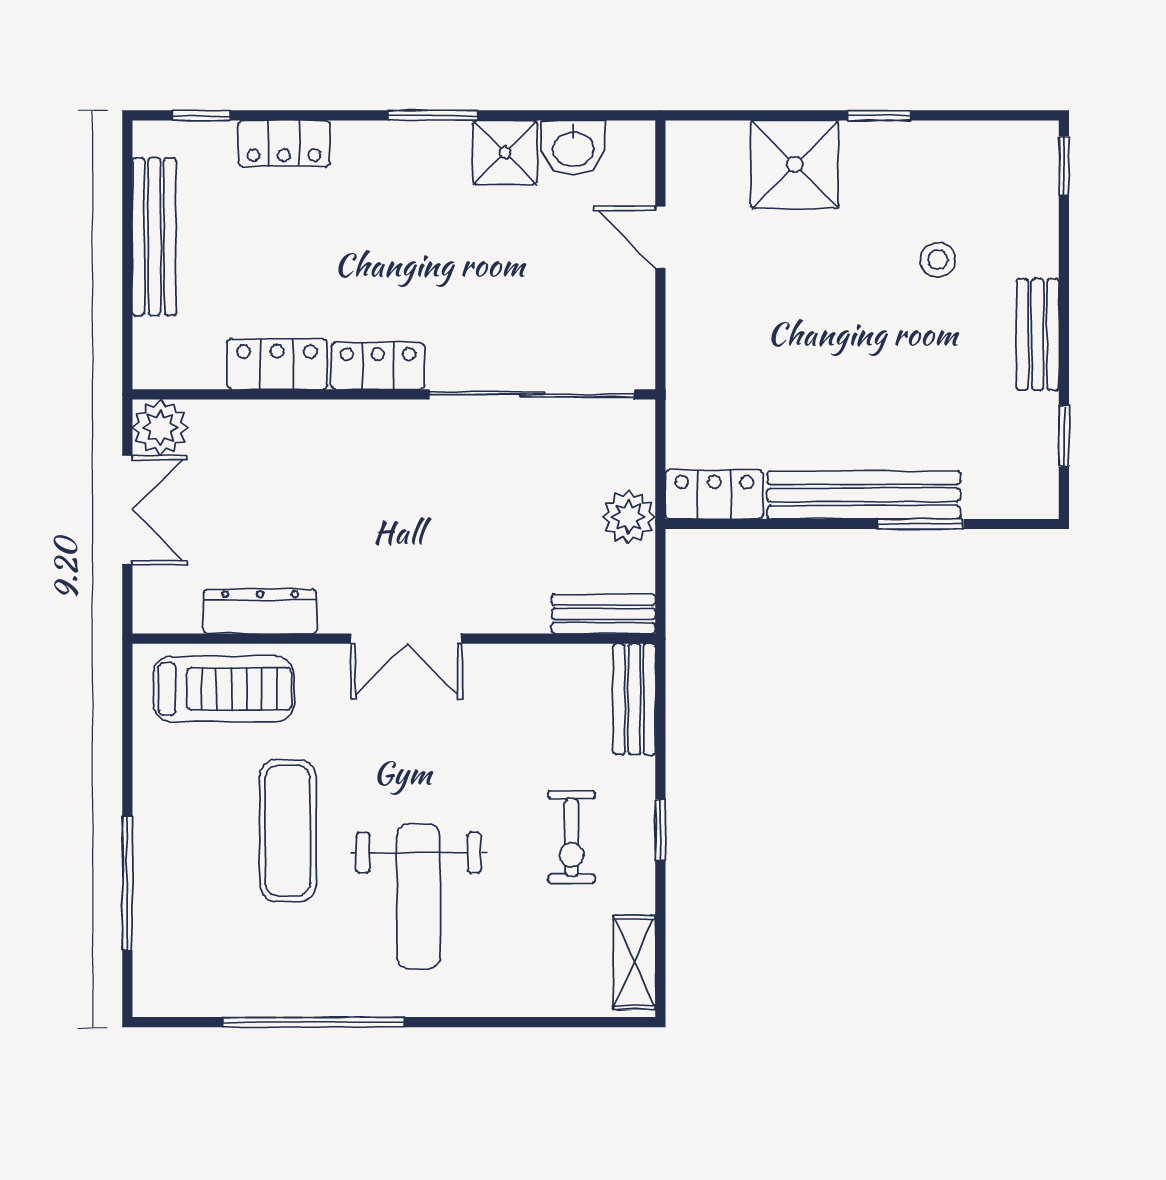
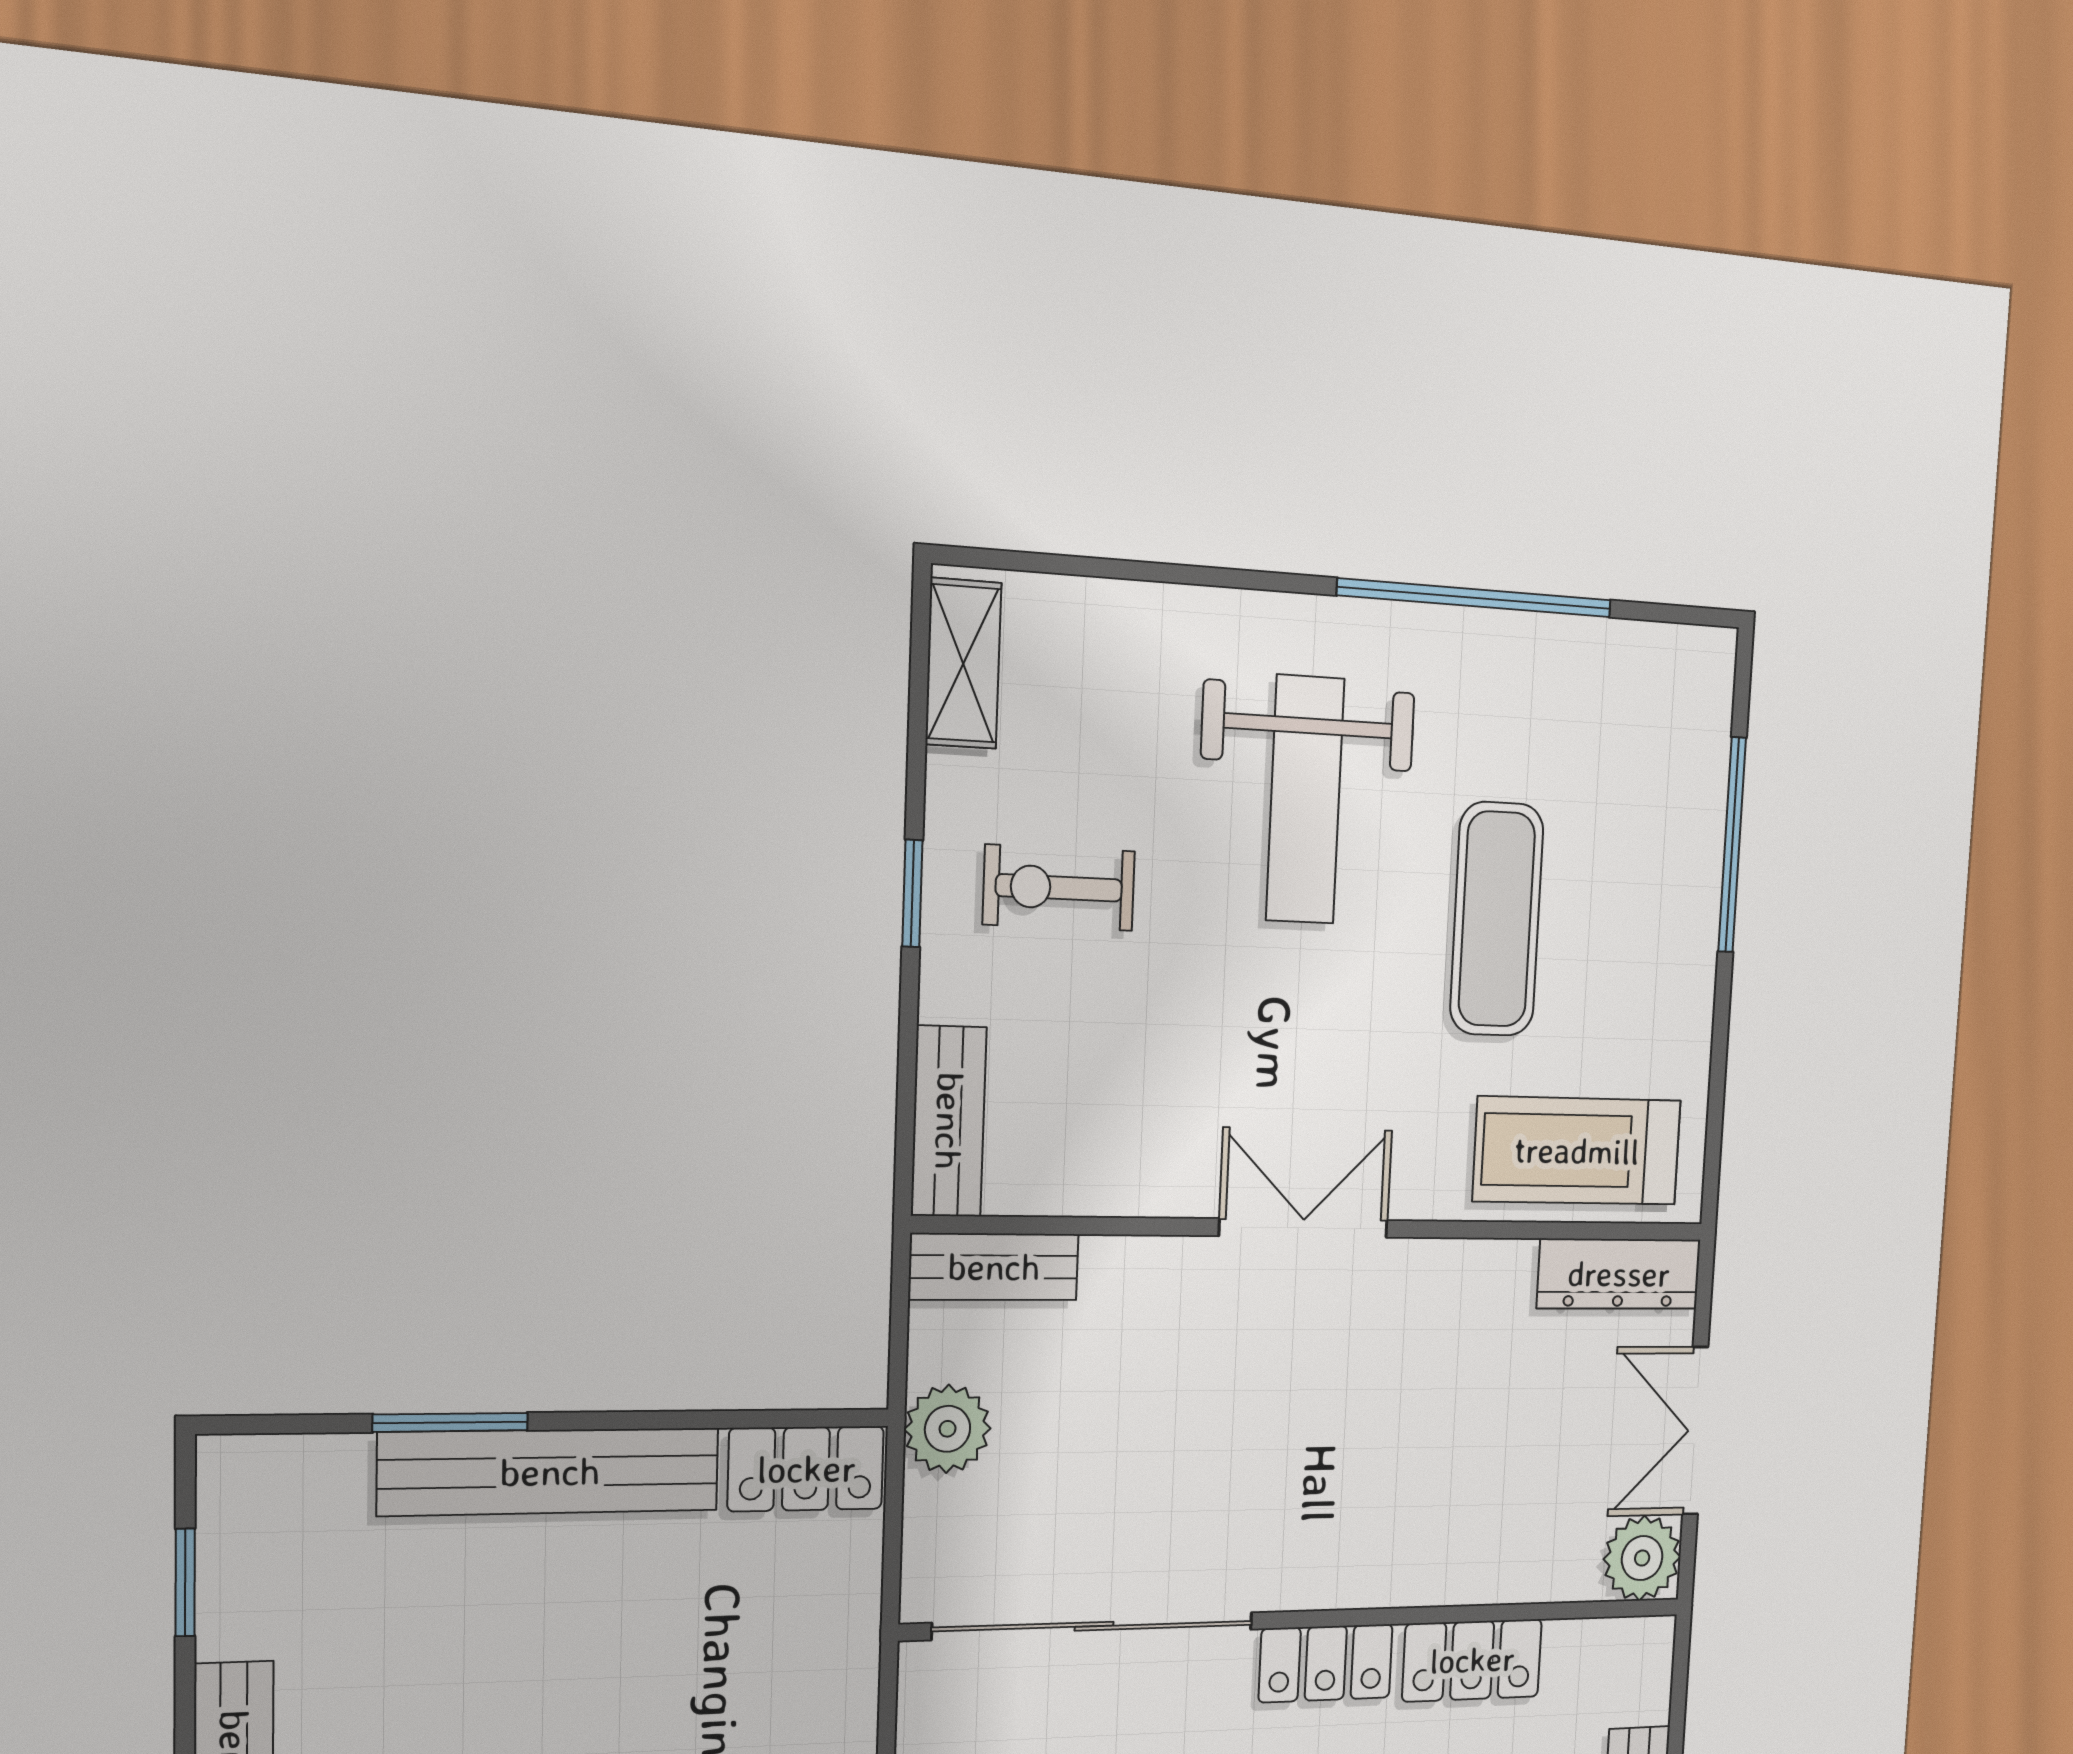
dresser: (260, 611) -> (1619, 1274), moved
exercise bike: (572, 837) -> (1059, 888), turned -90
weight bench: (419, 896) -> (1305, 800), turned 180

